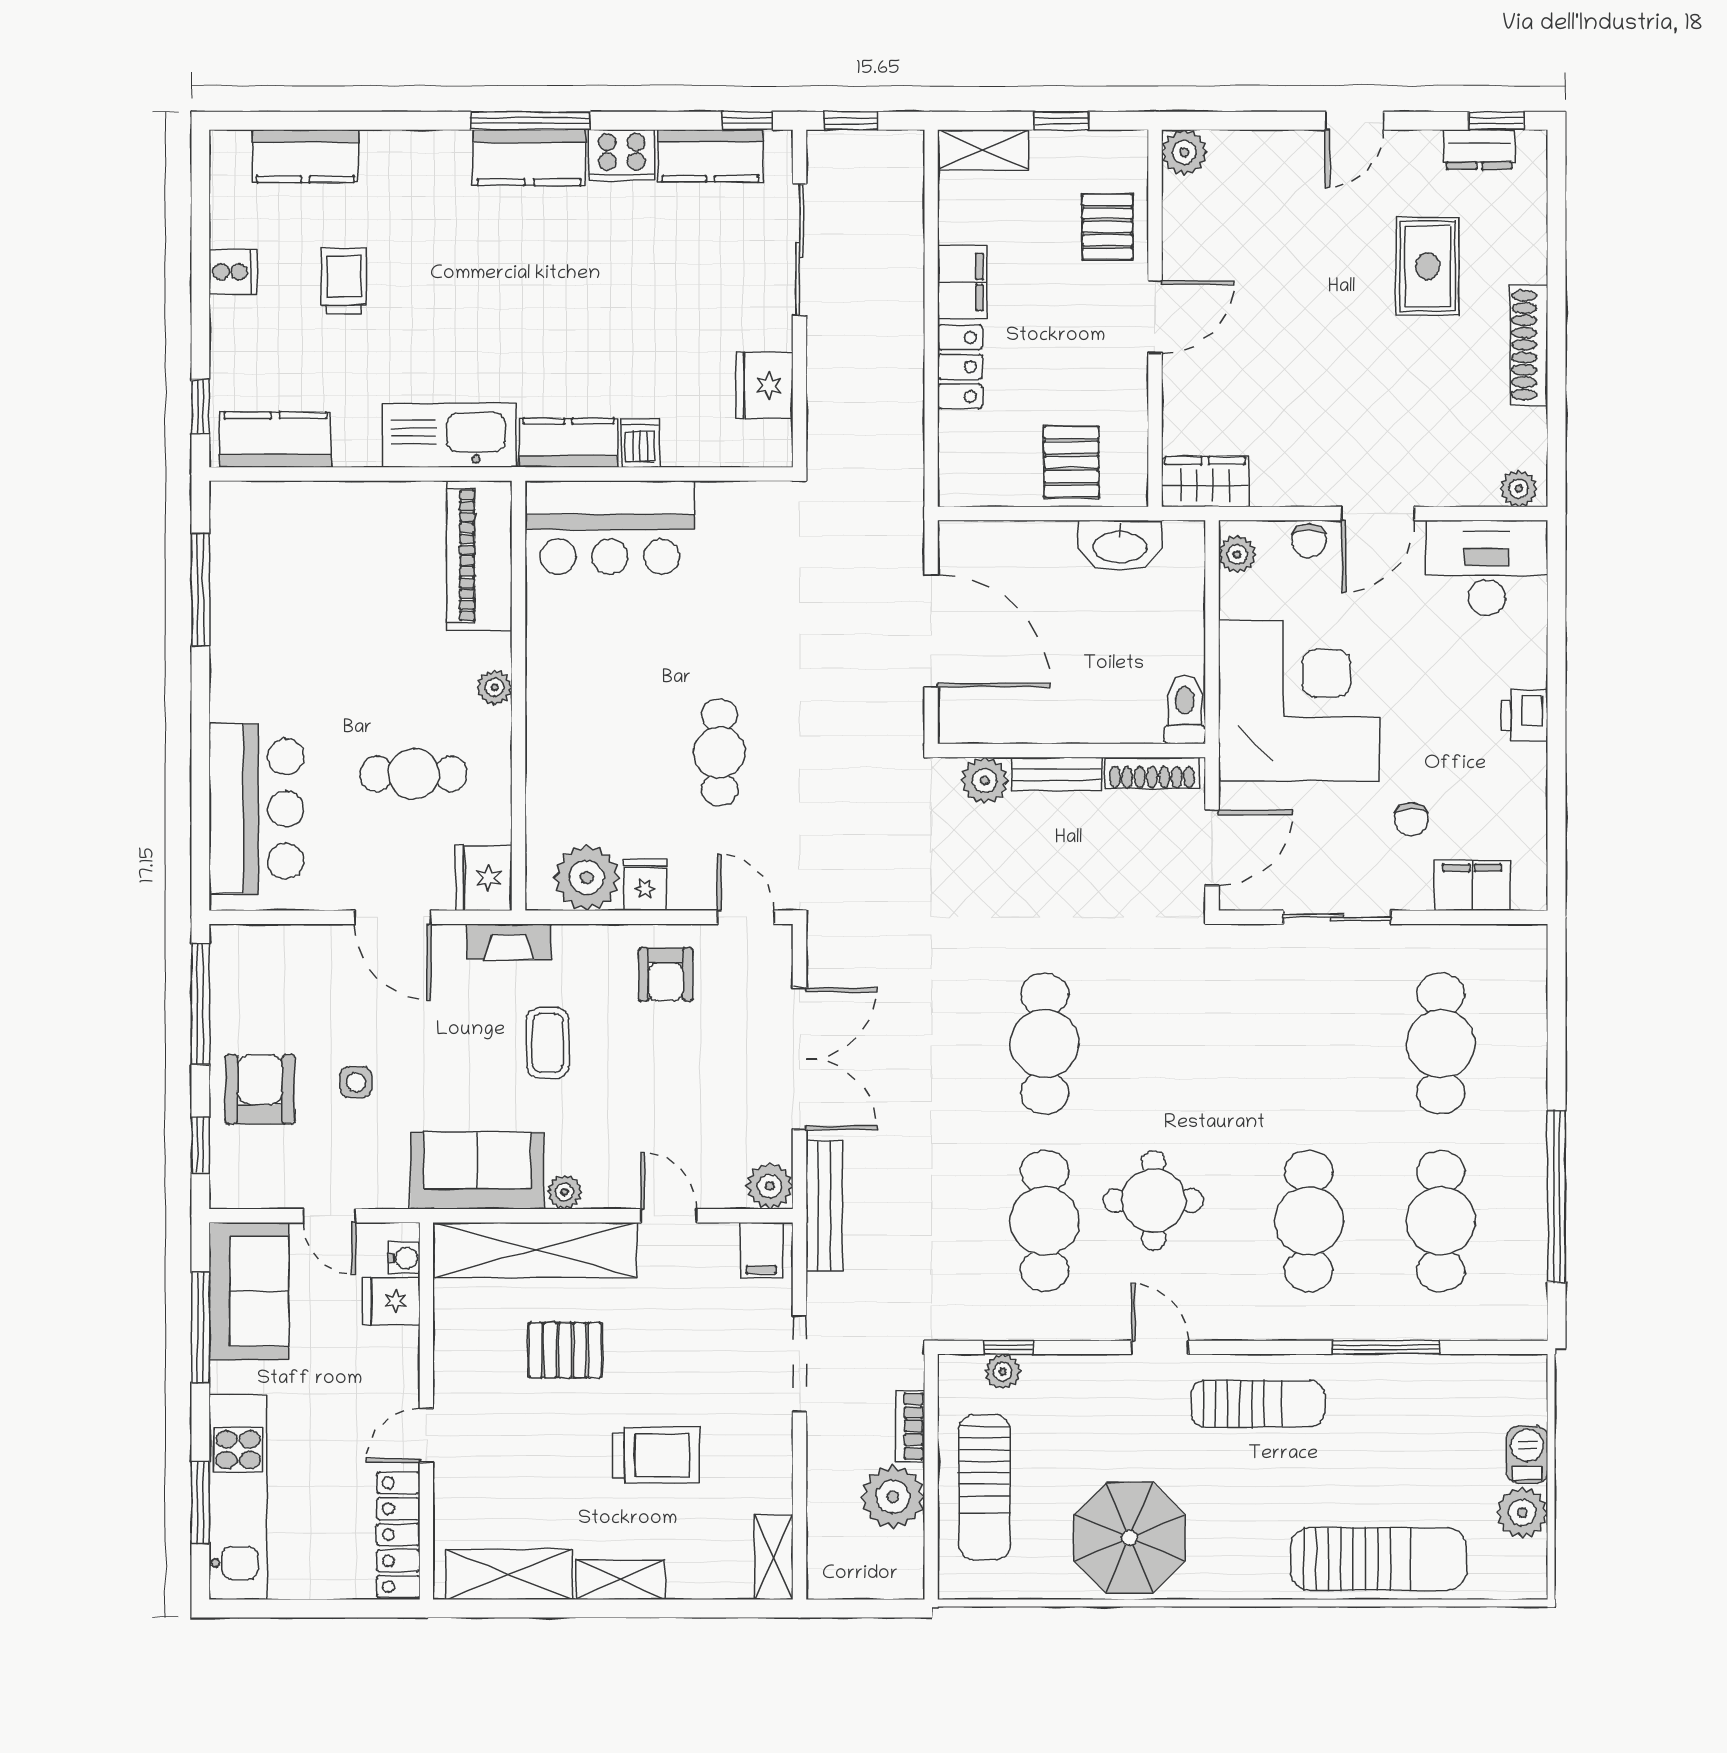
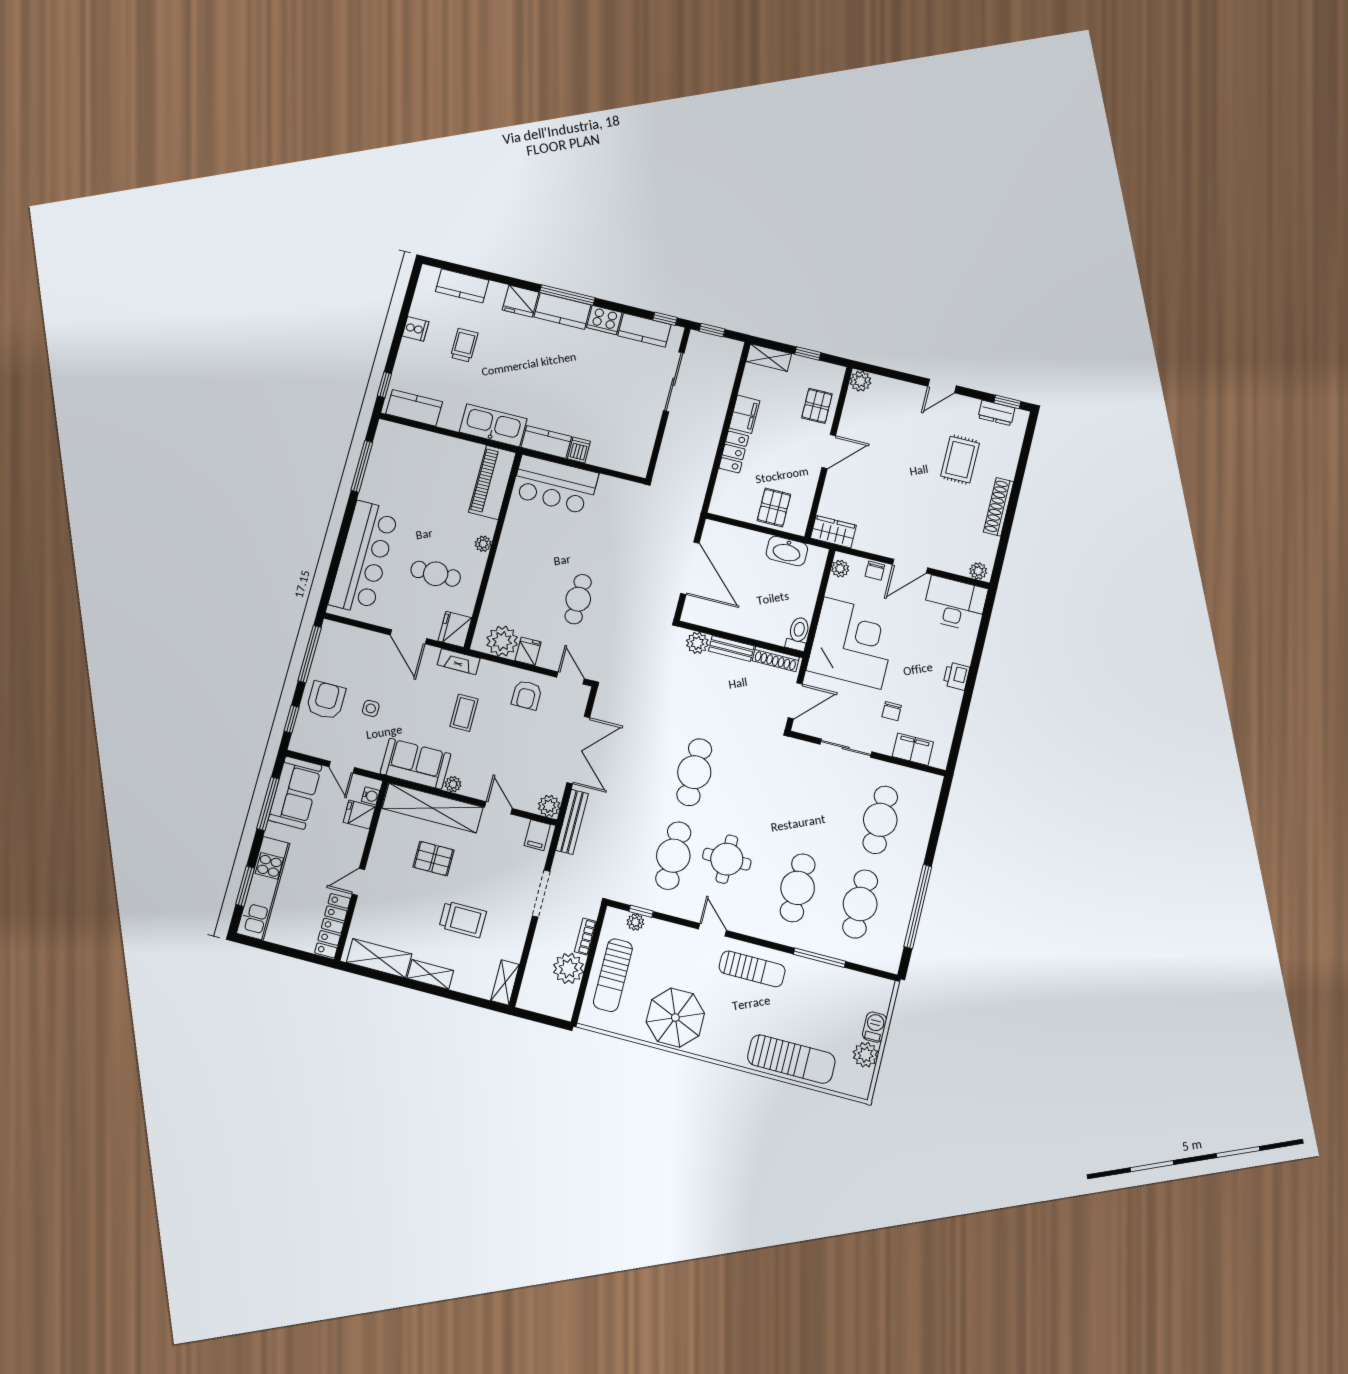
fridge: (764, 386) -> (521, 301), moved, turned -90
bar counter: (256, 809) -> (364, 557), width x1.36

